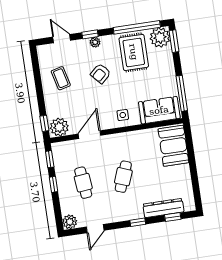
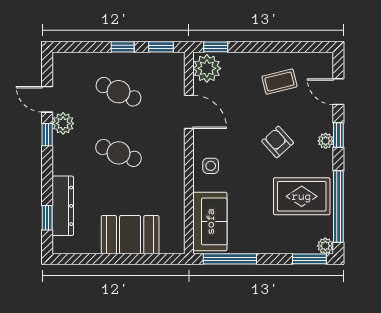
plant: (160, 37) -> (325, 246), width x0.53, depth x0.53
door: (62, 39) -> (338, 92), swing flipped
booth: (173, 146) -> (130, 235), moved
cafe table: (83, 183) -> (119, 92), turned 30
plant: (70, 222) -> (63, 123), moved
window: (138, 222) -> (47, 135), moved

